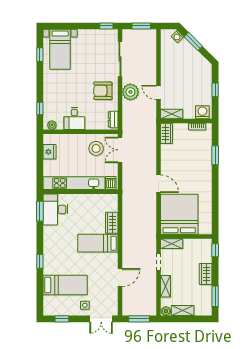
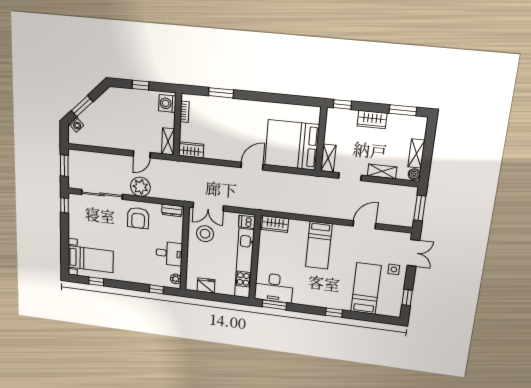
wardrobe: (112, 223) -> (275, 224), moved
door: (120, 278) -> (364, 225), hinge flipped

